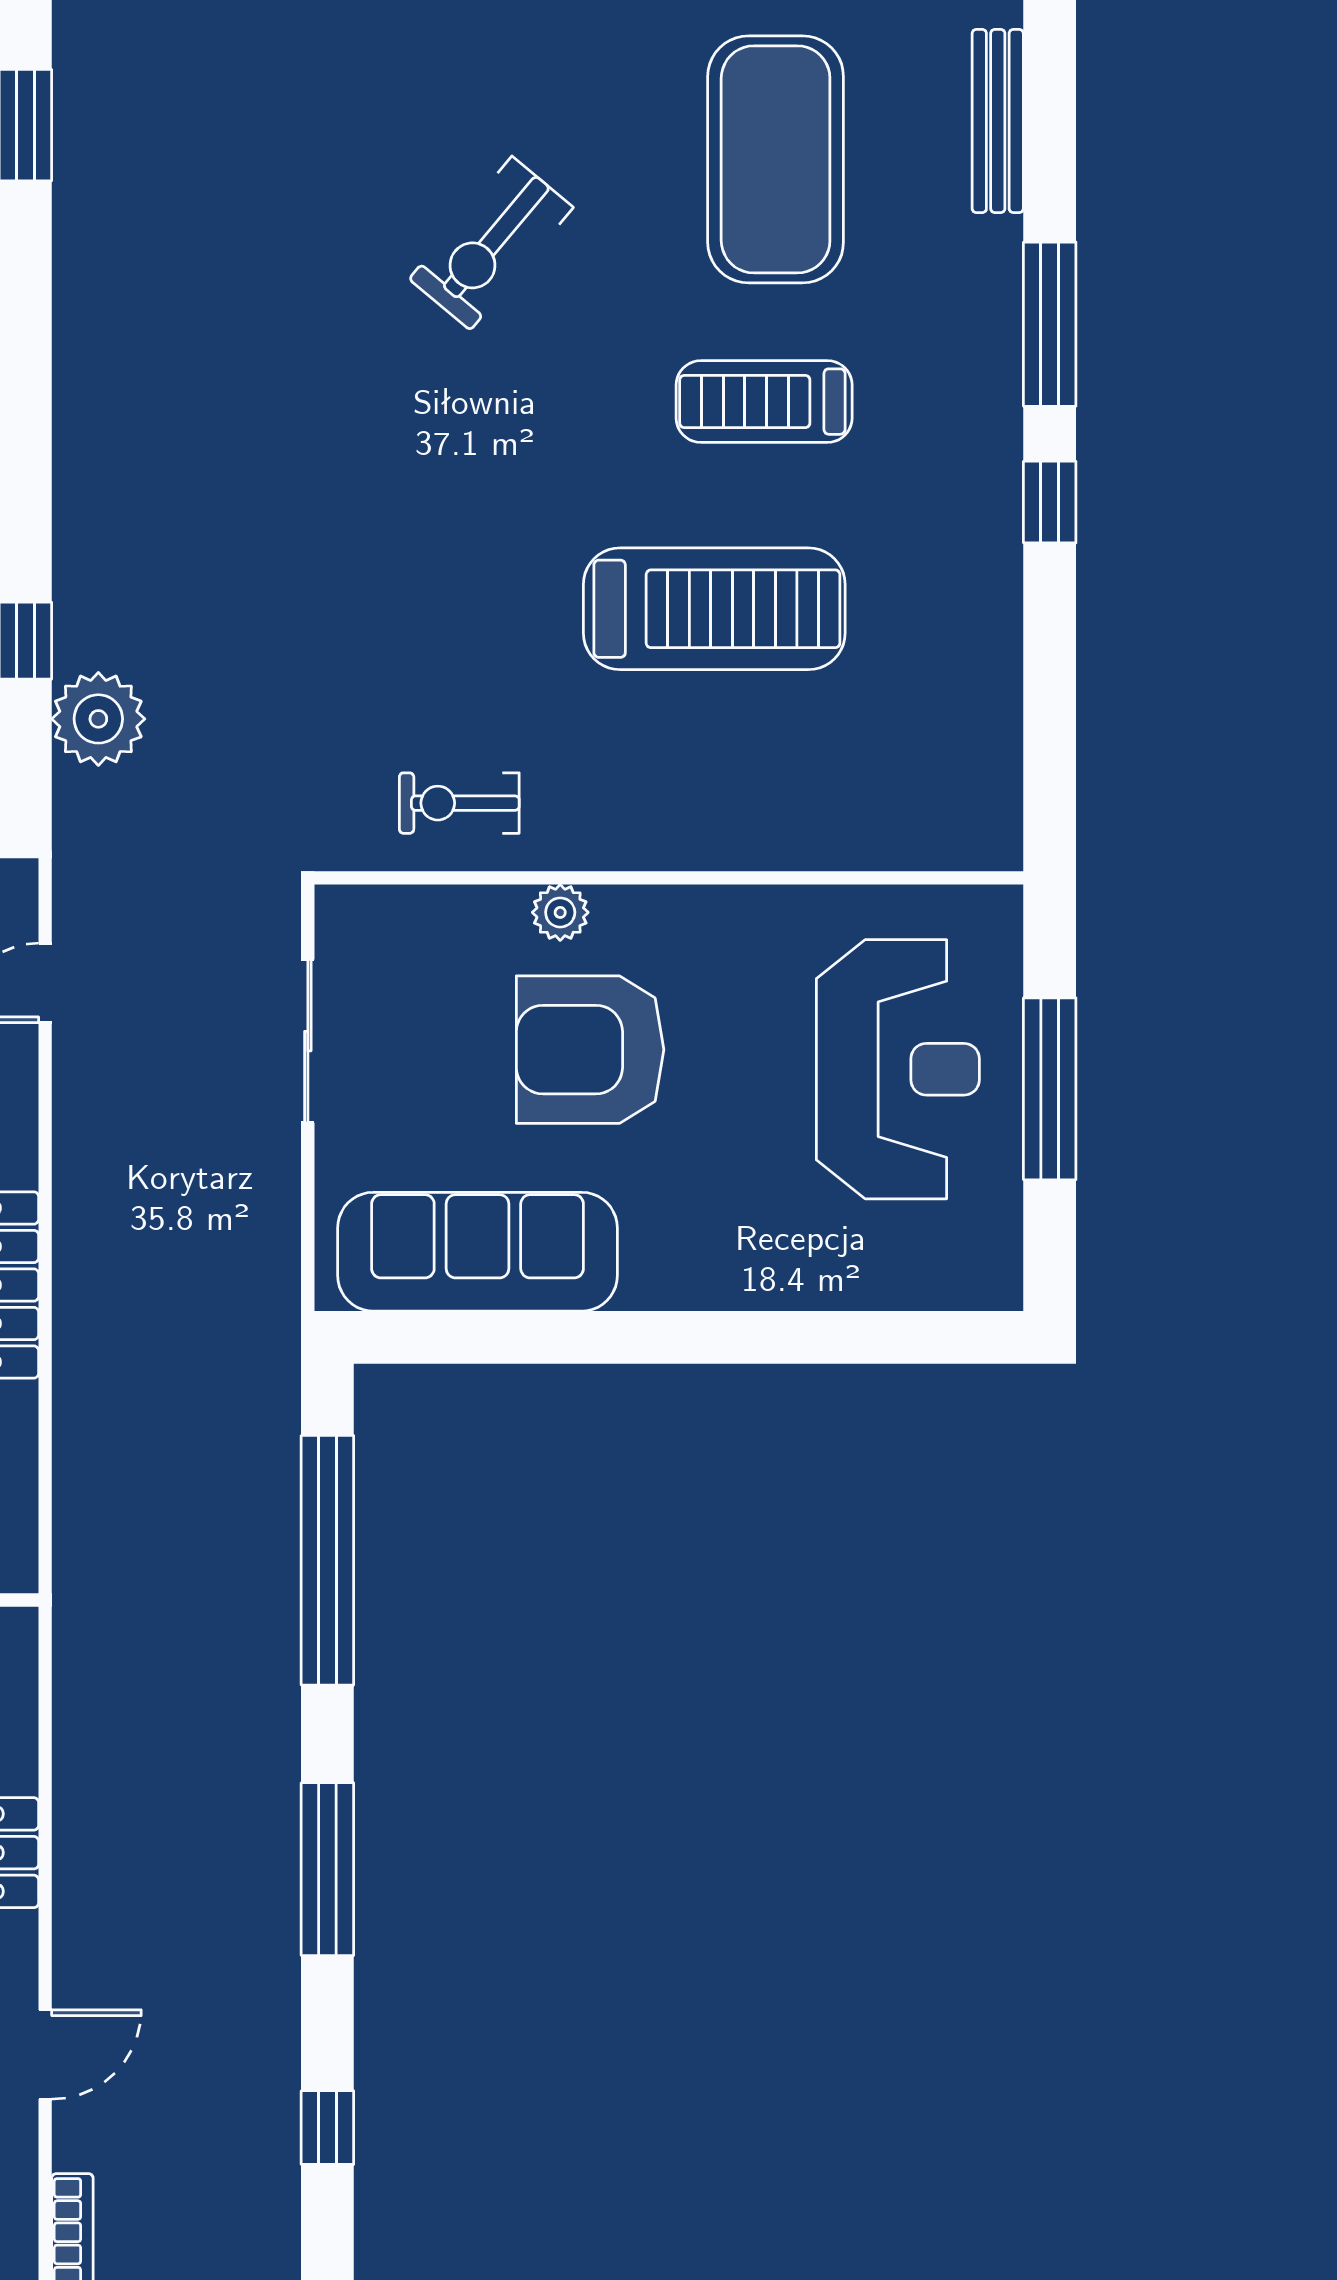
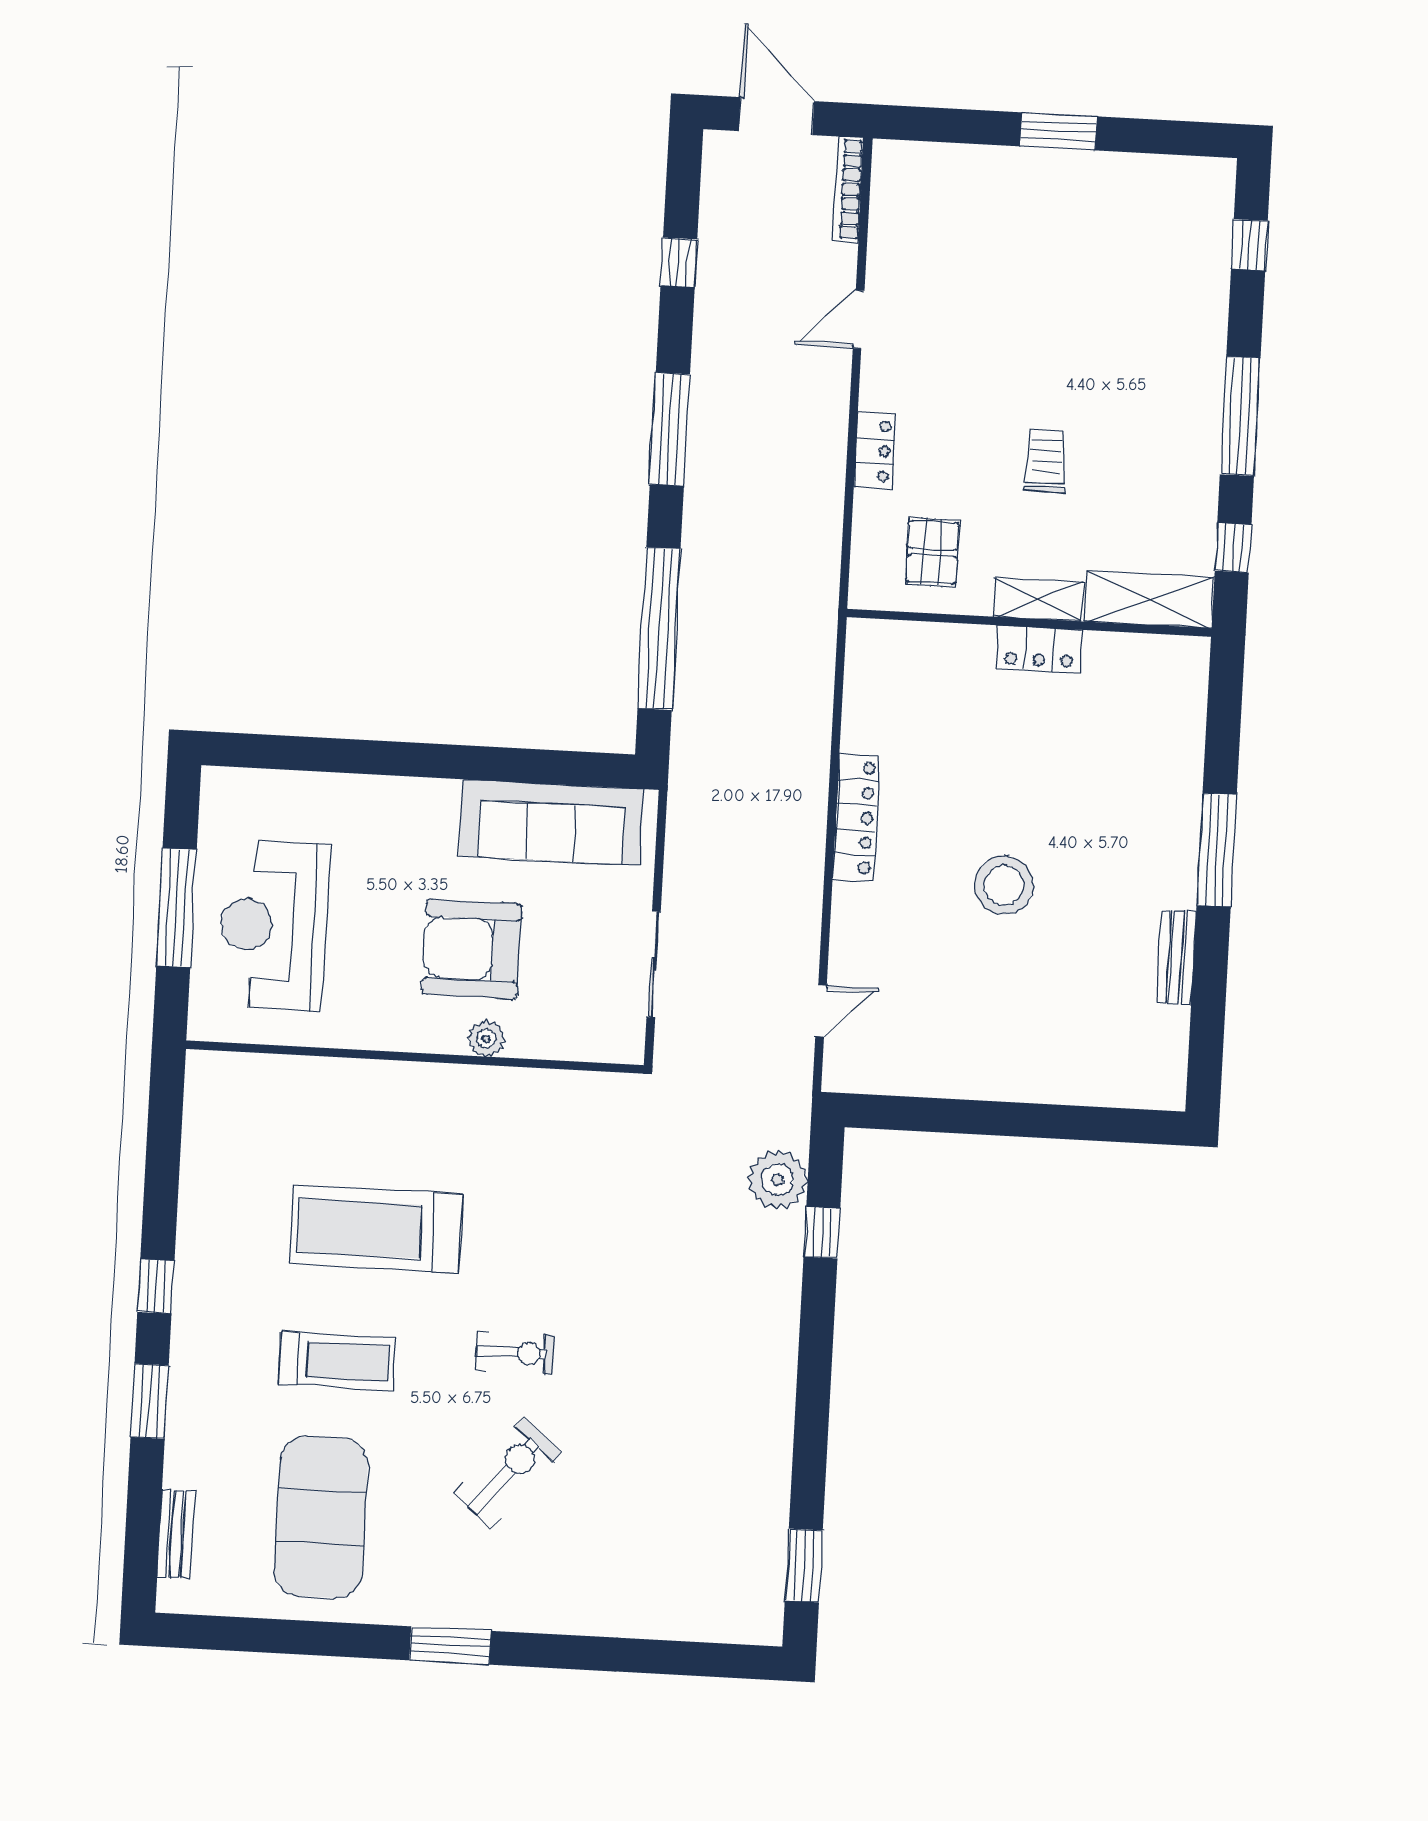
bench: (998, 121) -> (176, 1534), width x0.73
window: (1050, 324) -> (150, 1401), width x0.69
exercise bike: (459, 803) -> (515, 1353), moved
armchair: (590, 1050) -> (472, 949), turned 180

